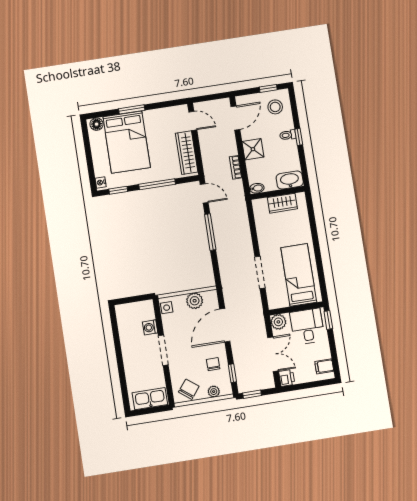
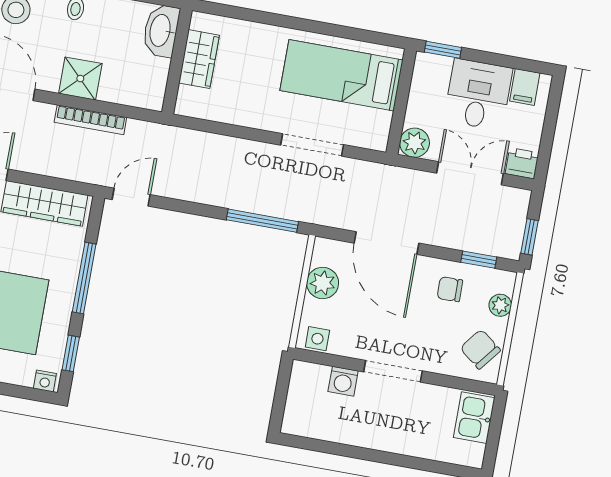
bookcase: (236, 167) -> (90, 120), width x1.56
bidet: (257, 188) -> (155, 97), removed
window: (210, 232) -> (262, 221), moved
desk: (307, 326) -> (478, 94), moved, turned 90
kitchen sink: (150, 399) -> (474, 418), width x0.73

